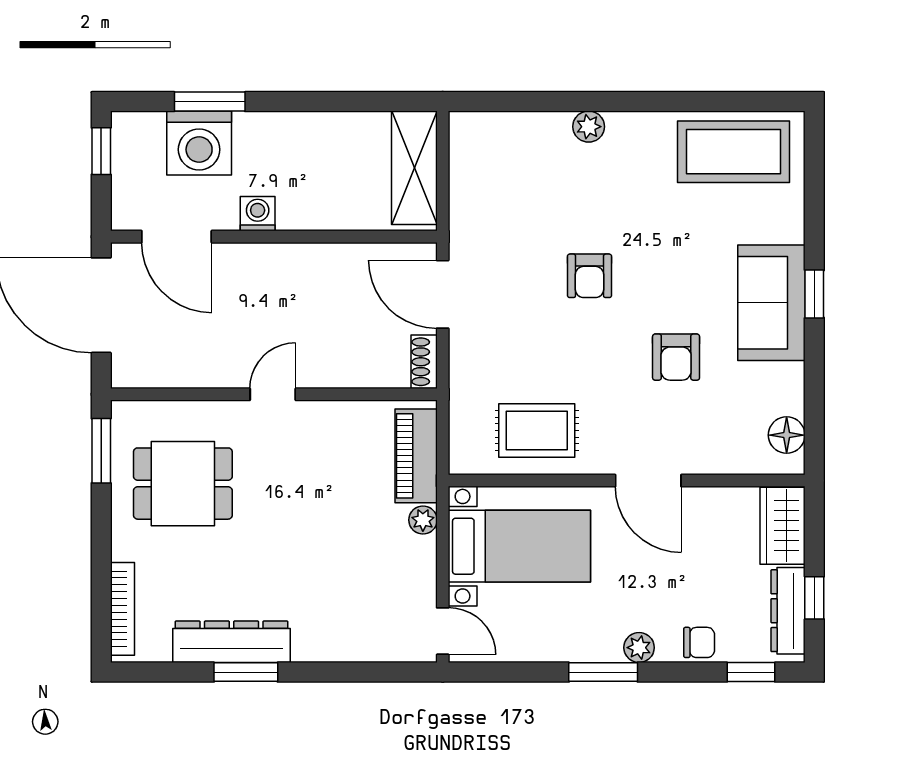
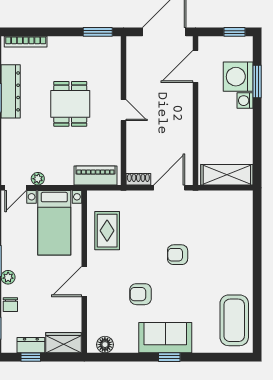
plant: (589, 127) -> (246, 254), removed
washing machine: (258, 214) -> (245, 101), moved, turned 180
dining table: (183, 484) -> (70, 104), moved
plant: (423, 520) -> (38, 179), moved
dresser: (788, 611) -> (31, 345), width x0.70

